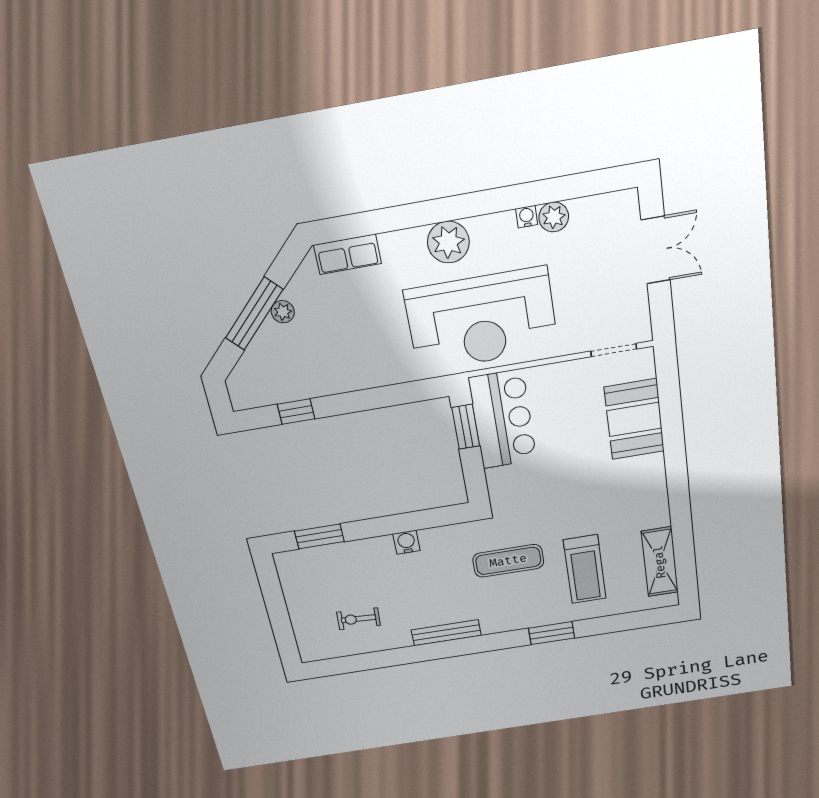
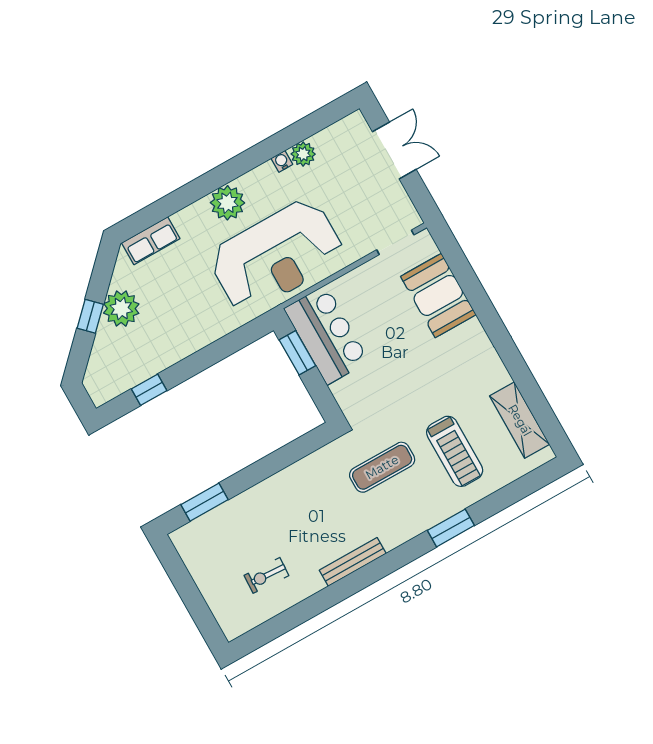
plant: (283, 312) -> (121, 309), width x1.88, depth x1.88
window: (254, 314) -> (90, 316), width x0.46
water cooler: (406, 542) -> (284, 481), removed

